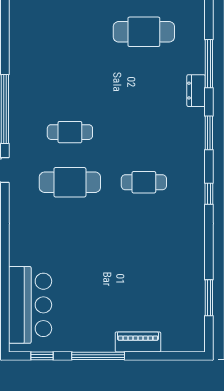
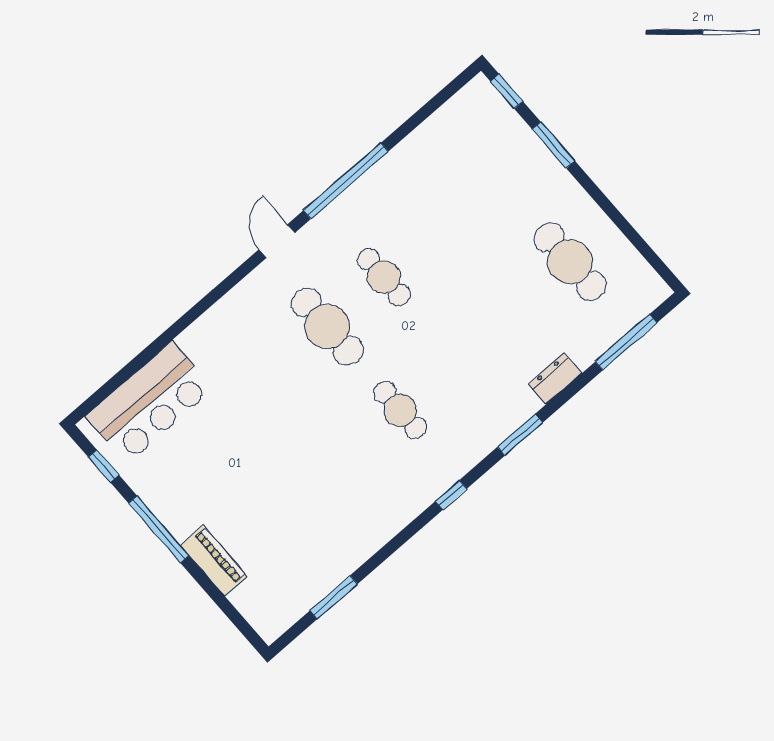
window: (209, 64) -> (626, 342), moved

